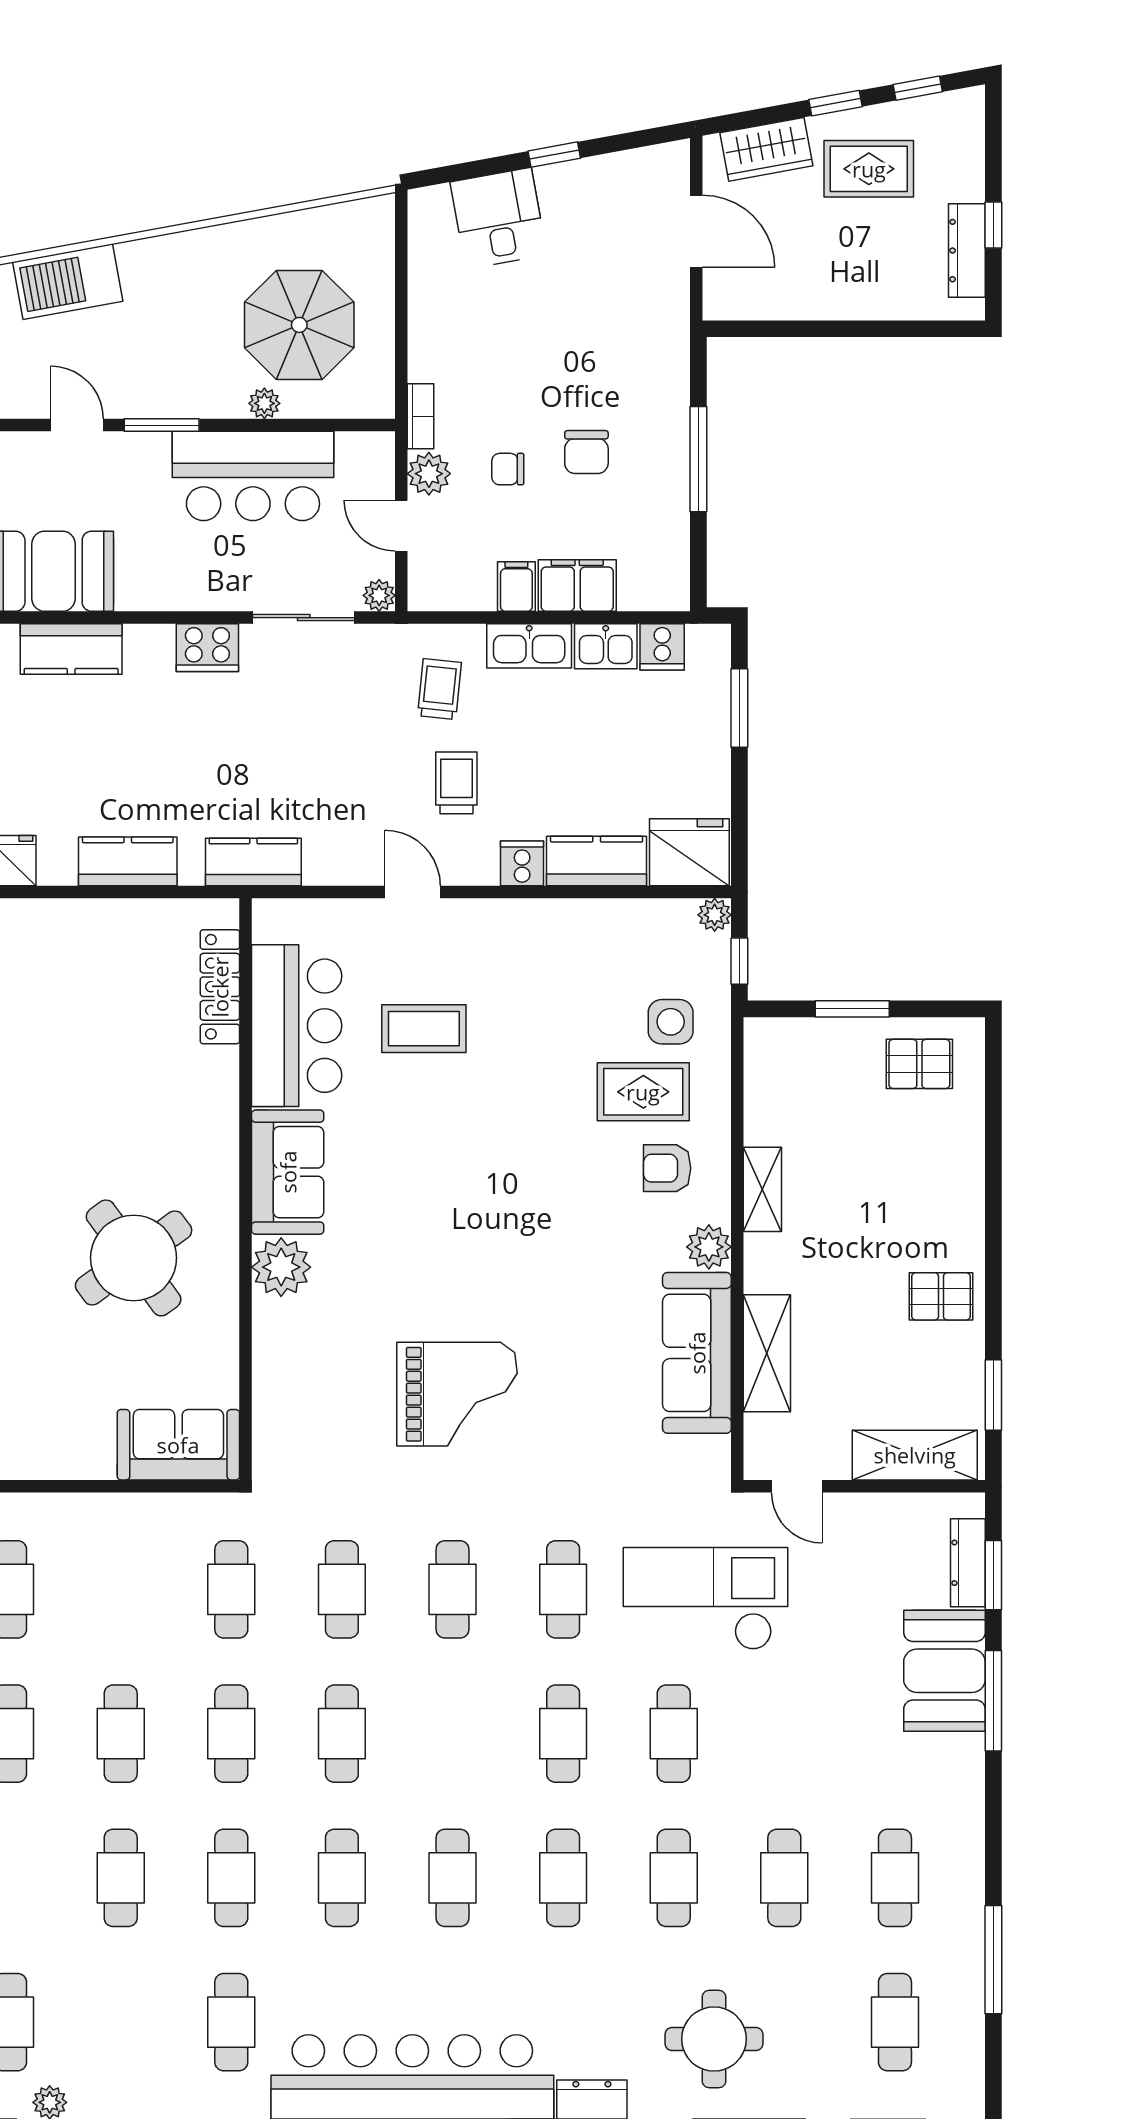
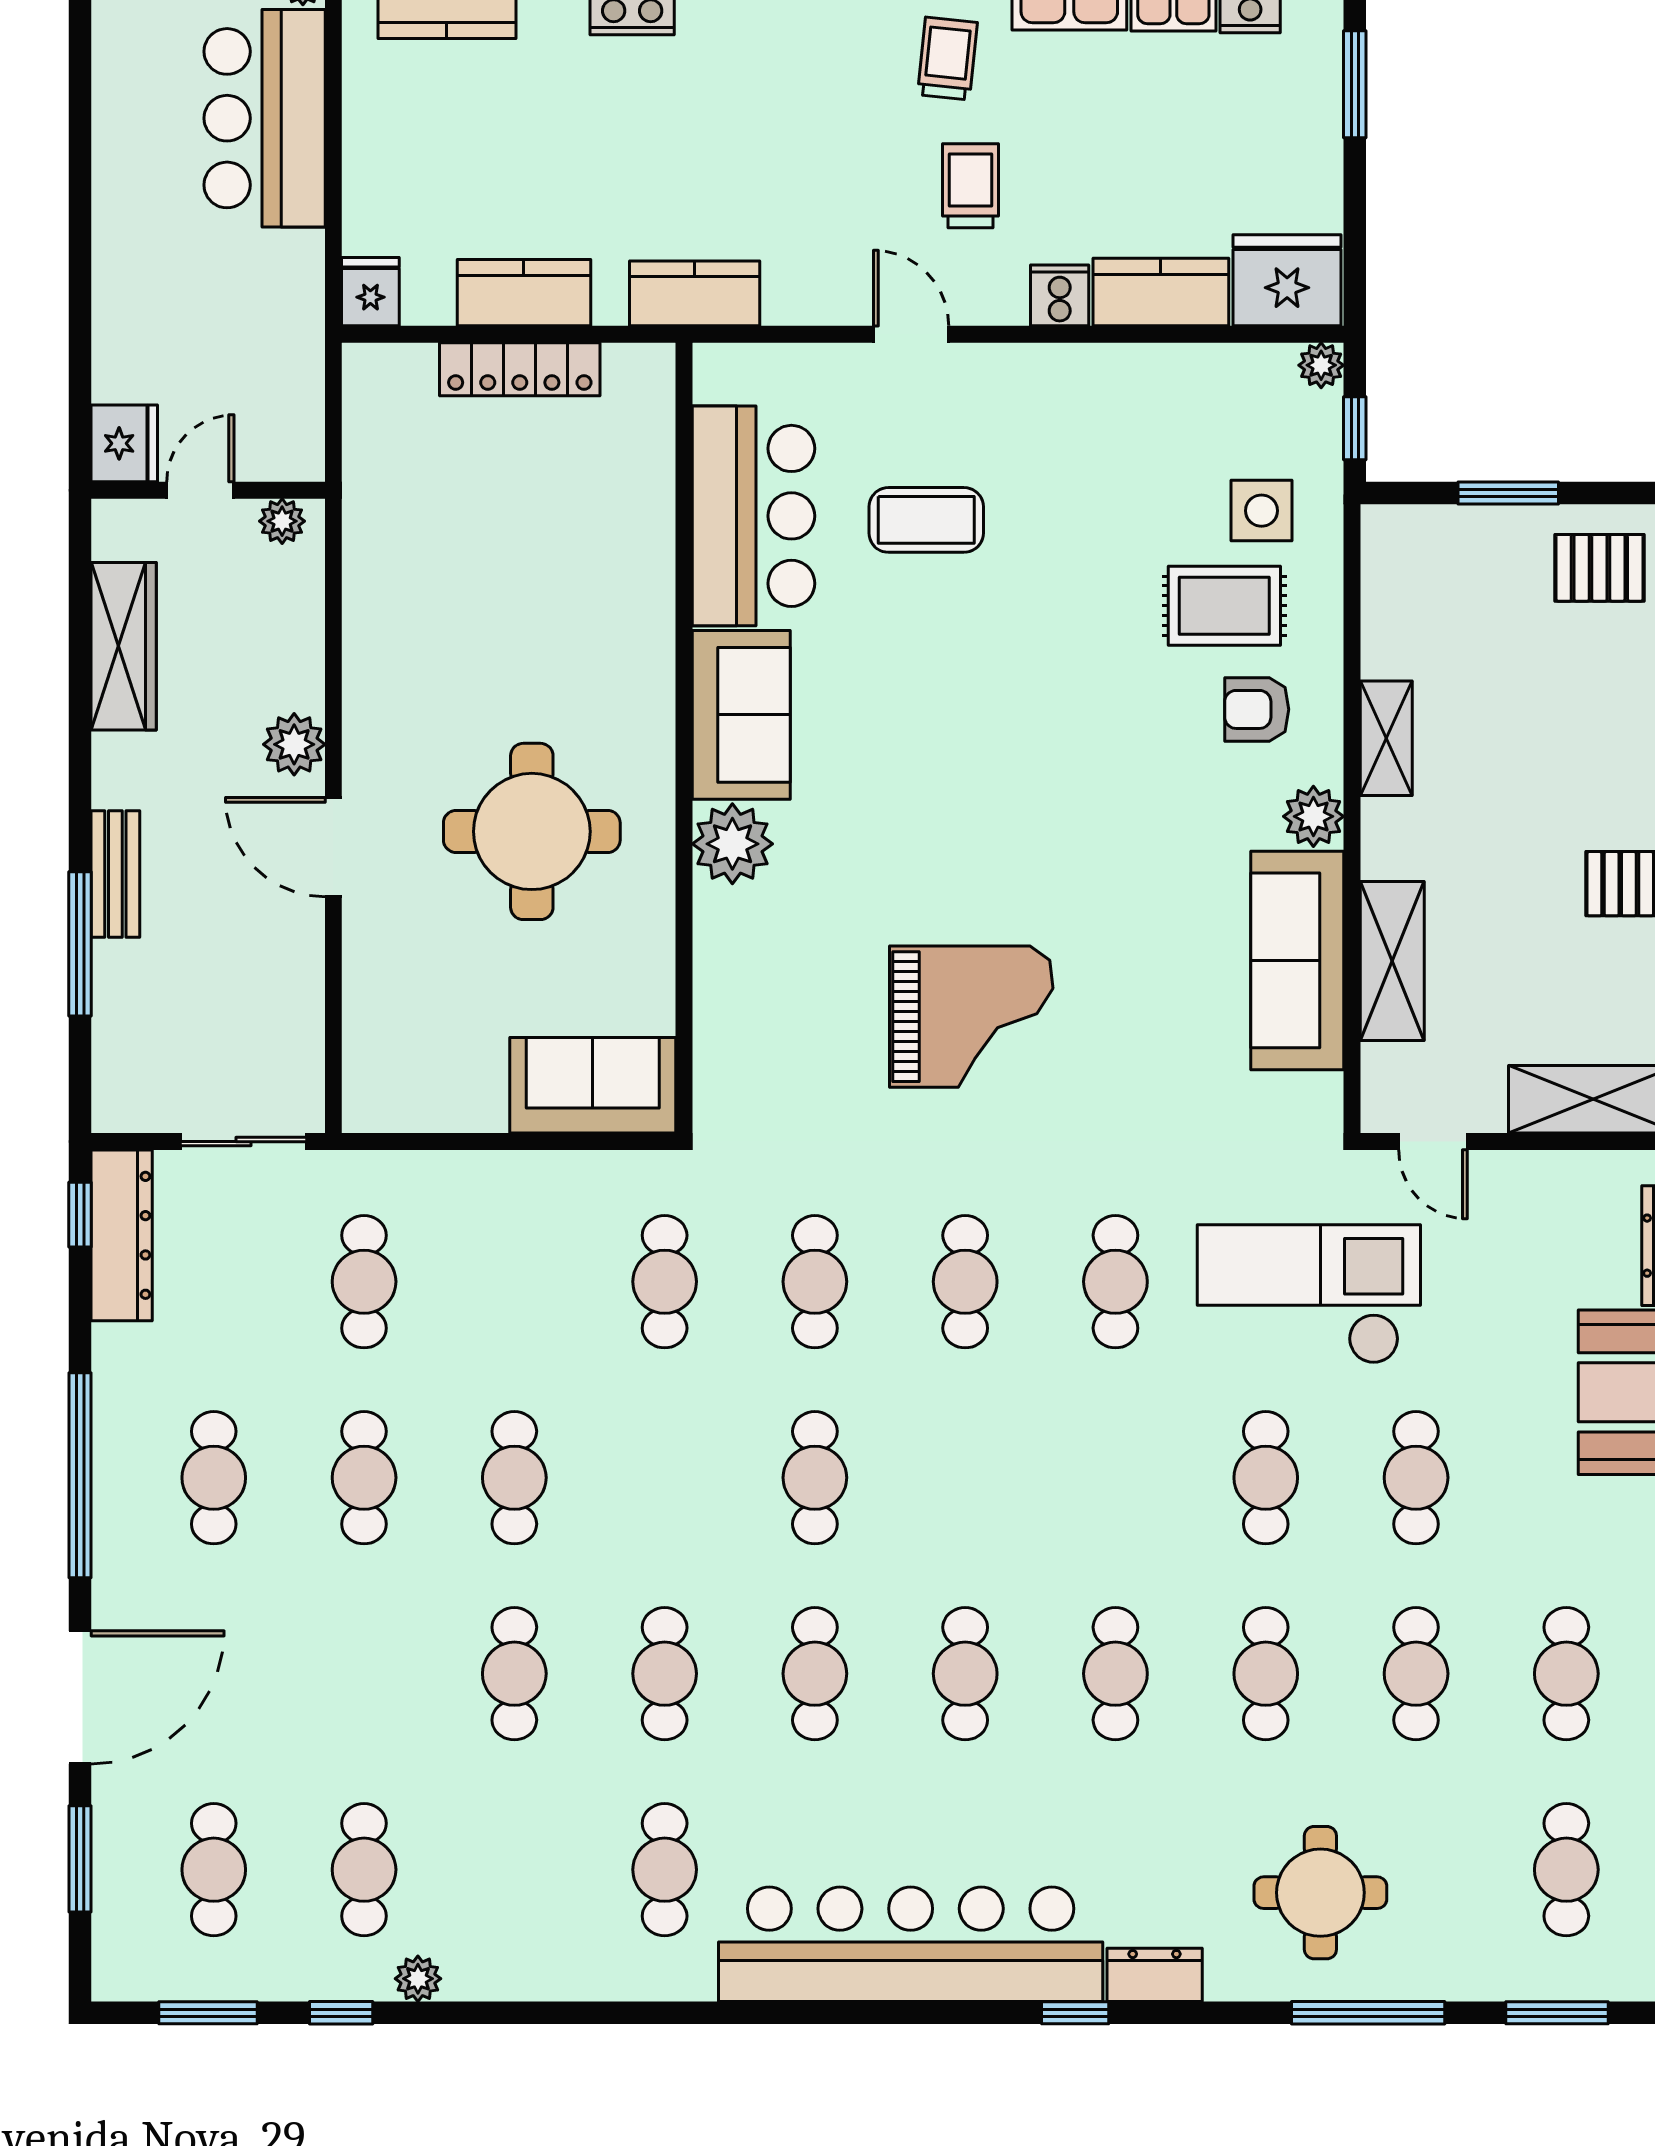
locker: (220, 987) -> (520, 369), moved, turned -90
round table: (134, 1258) -> (532, 831), turned 36
cafe table: (231, 1734) -> (665, 1478), removed
cafe table: (563, 1734) -> (1416, 1478), moved

